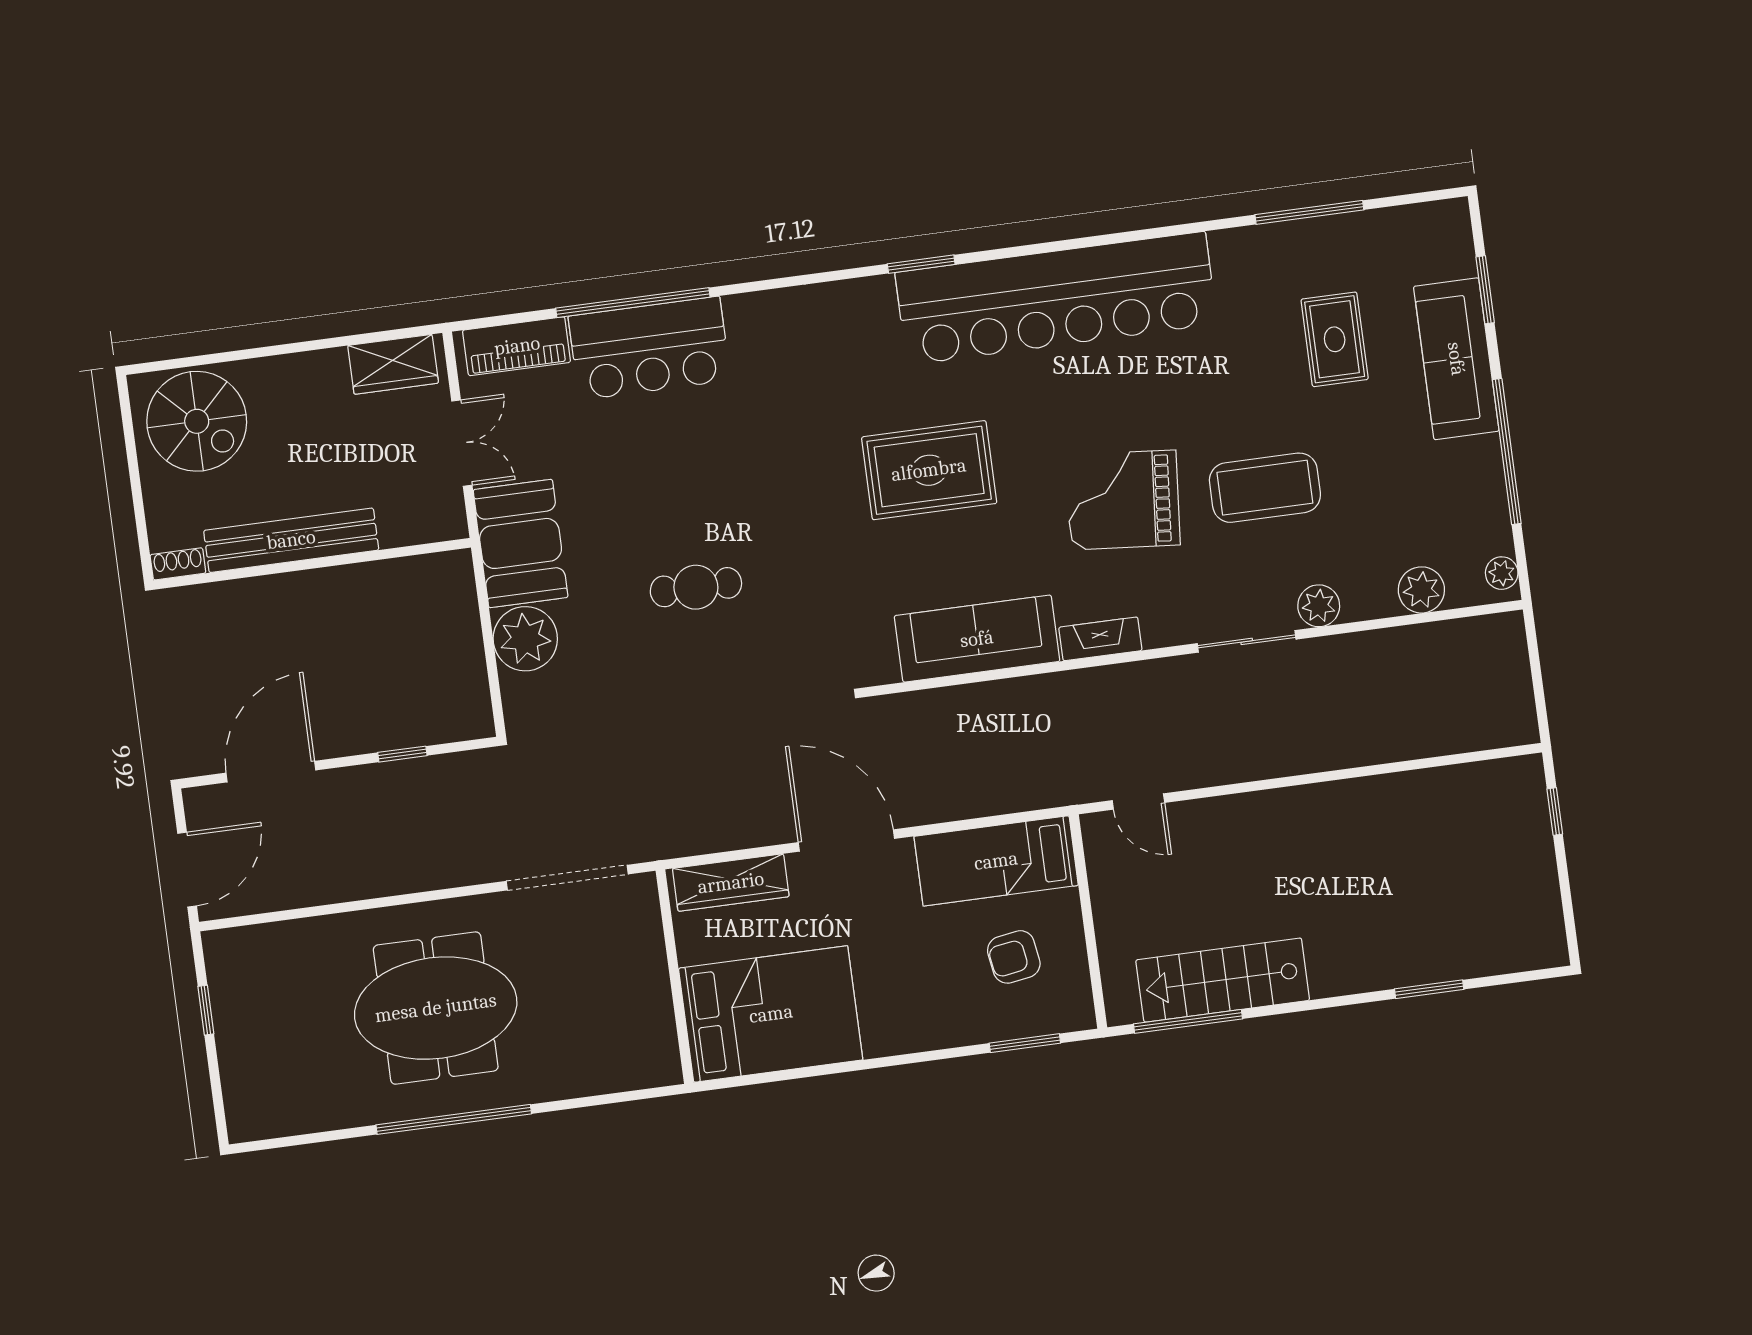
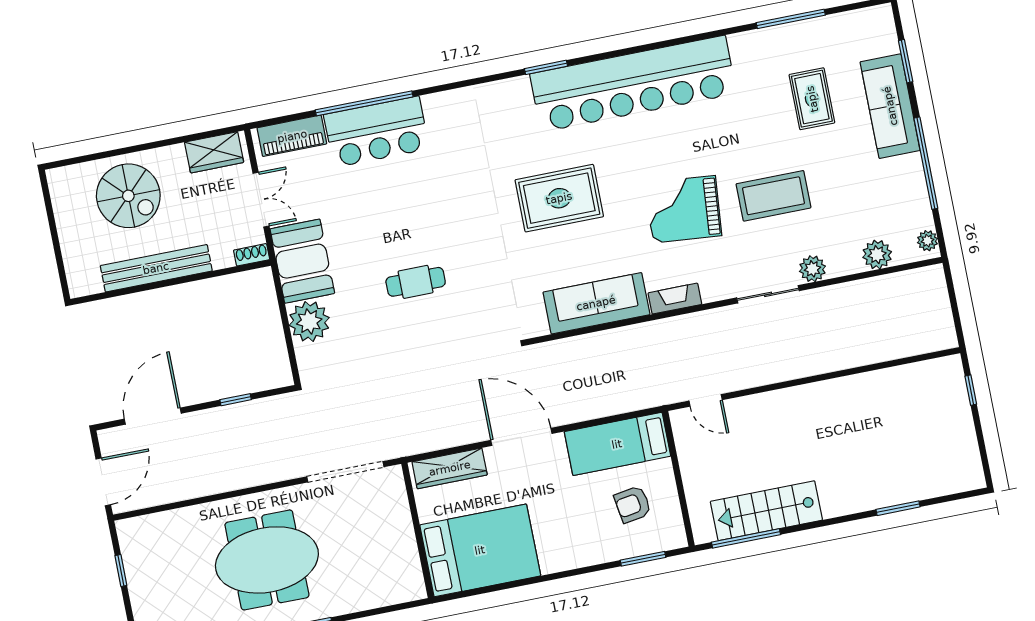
spiral stairs: (197, 421) -> (128, 196), moved
shoe rack: (178, 564) -> (252, 255), moved

